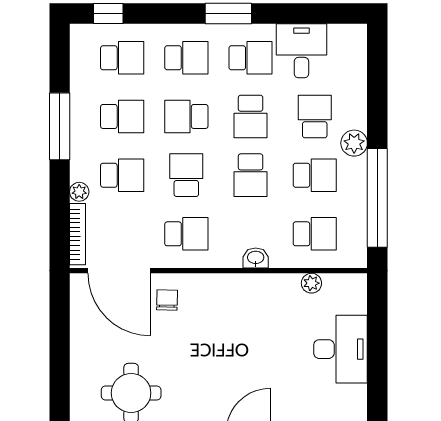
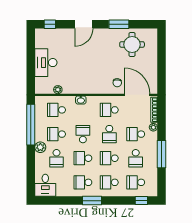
desk: (301, 51) -> (45, 185), moved
school desk: (122, 116) -> (136, 158), turned -90
school desk: (186, 116) -> (109, 158), turned 180
school desk: (251, 116) -> (83, 158), turned -90

